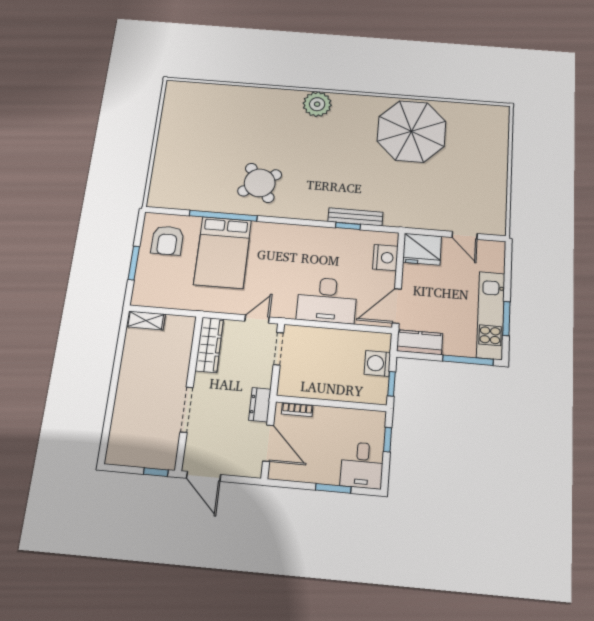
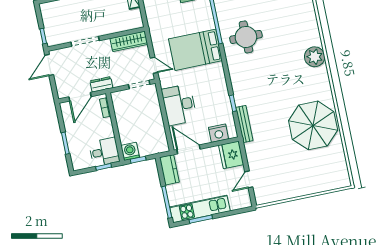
round table: (260, 183) -> (246, 37), turned 34
bench: (355, 217) -> (244, 124), moved
bed: (223, 252) -> (195, 50), moved
washing machine: (377, 363) -> (130, 151), moved
desk: (362, 465) -> (104, 152), moved, turned 180

